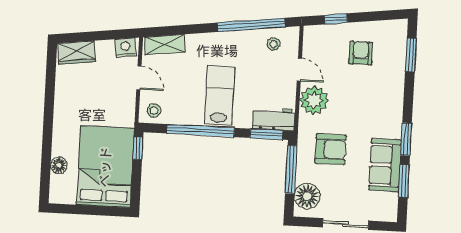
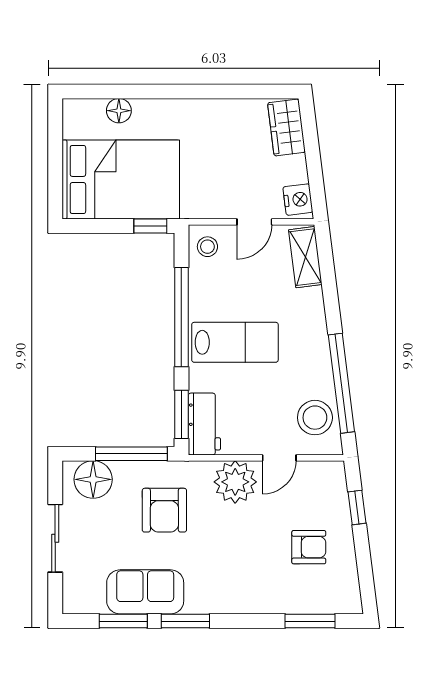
stool: (273, 44) -> (315, 418), width x1.89, depth x1.89

